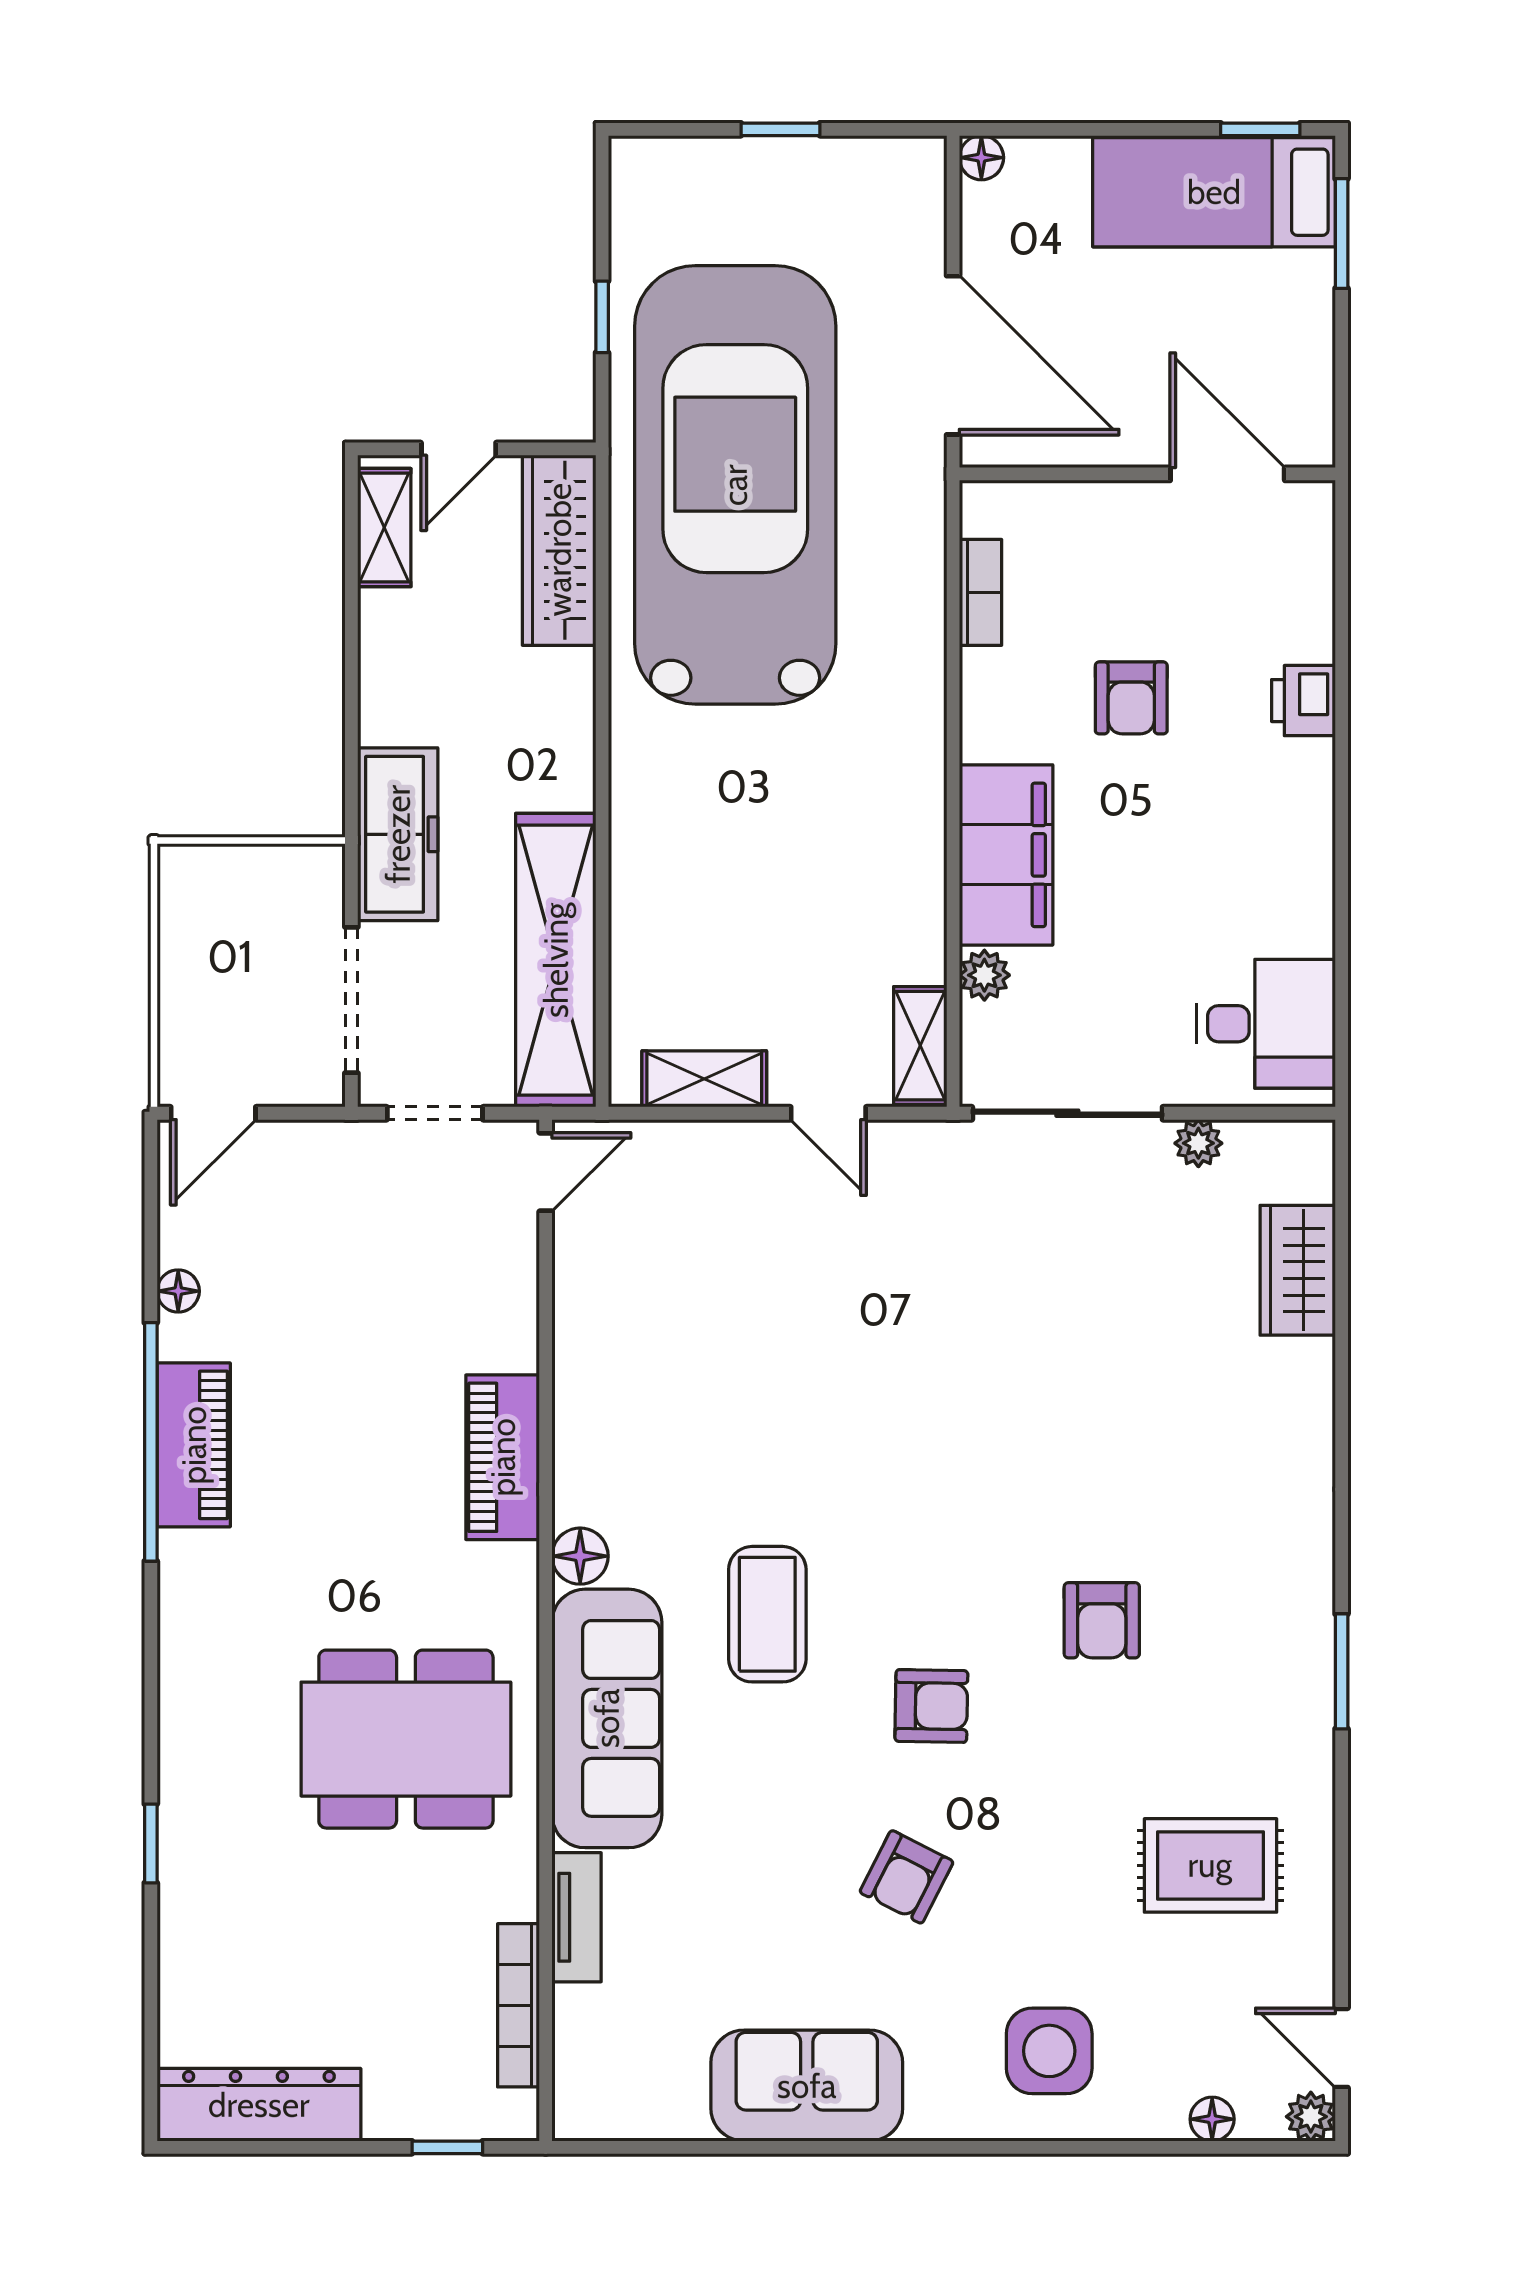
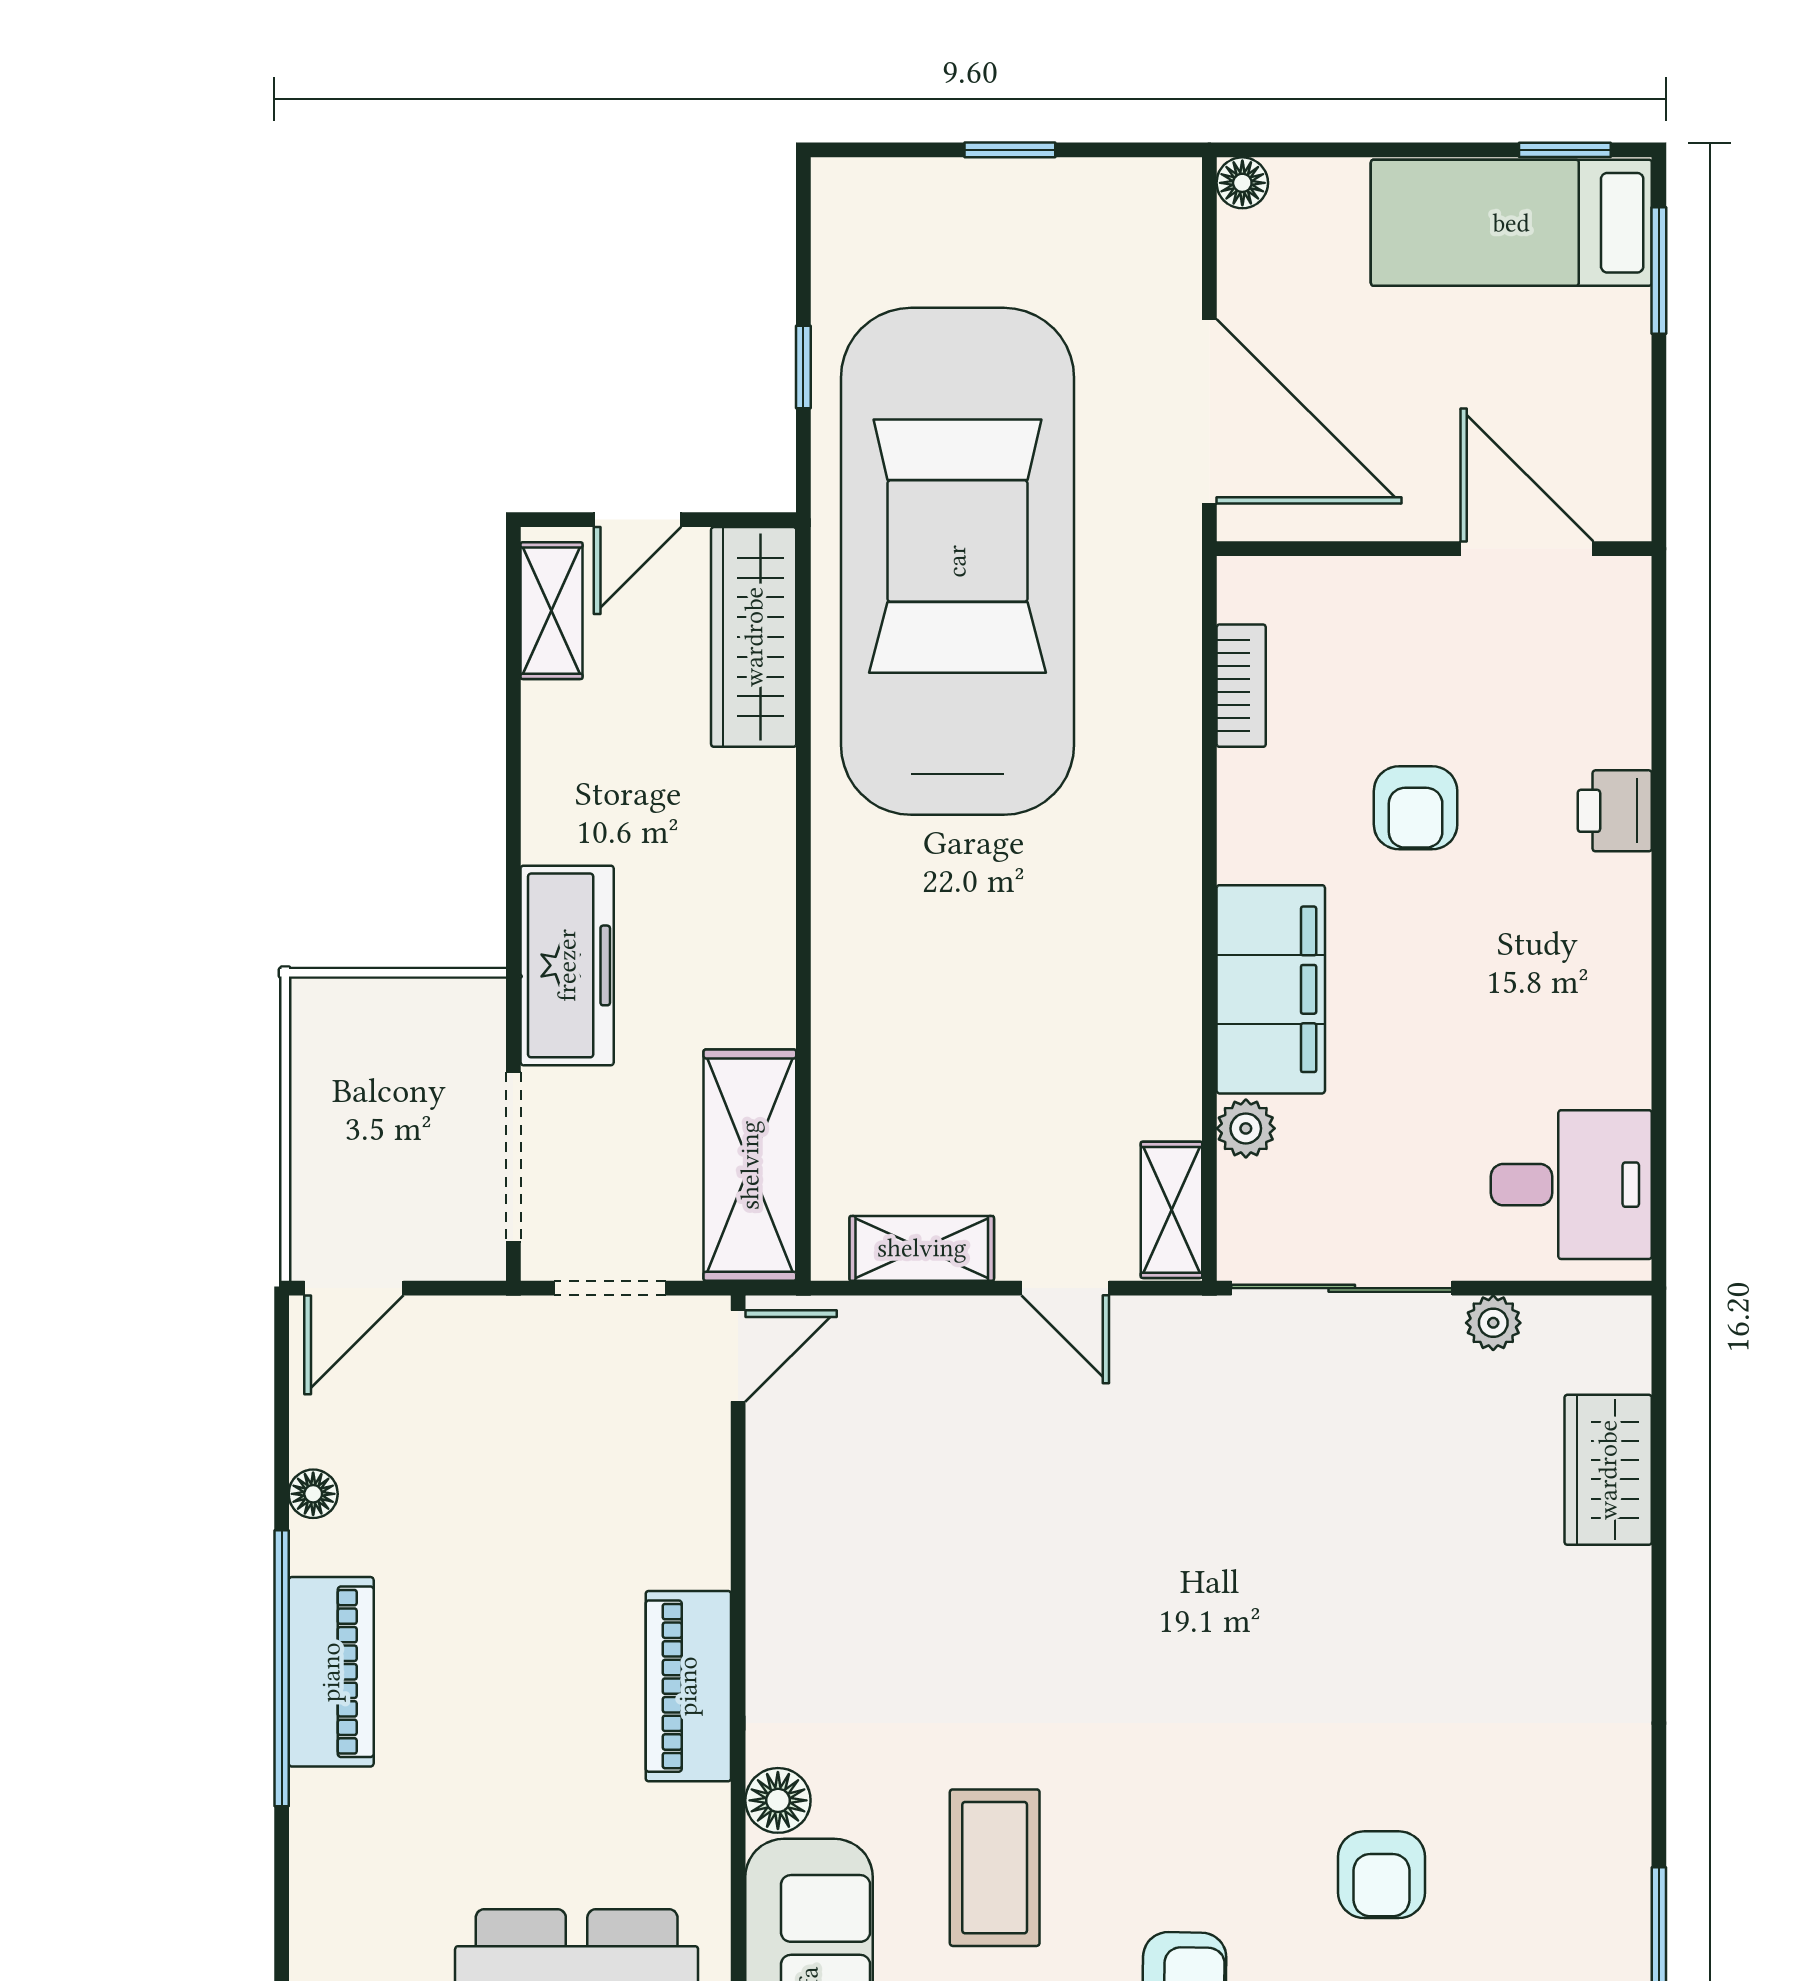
shelving: (556, 960) -> (750, 1165), width x0.68

